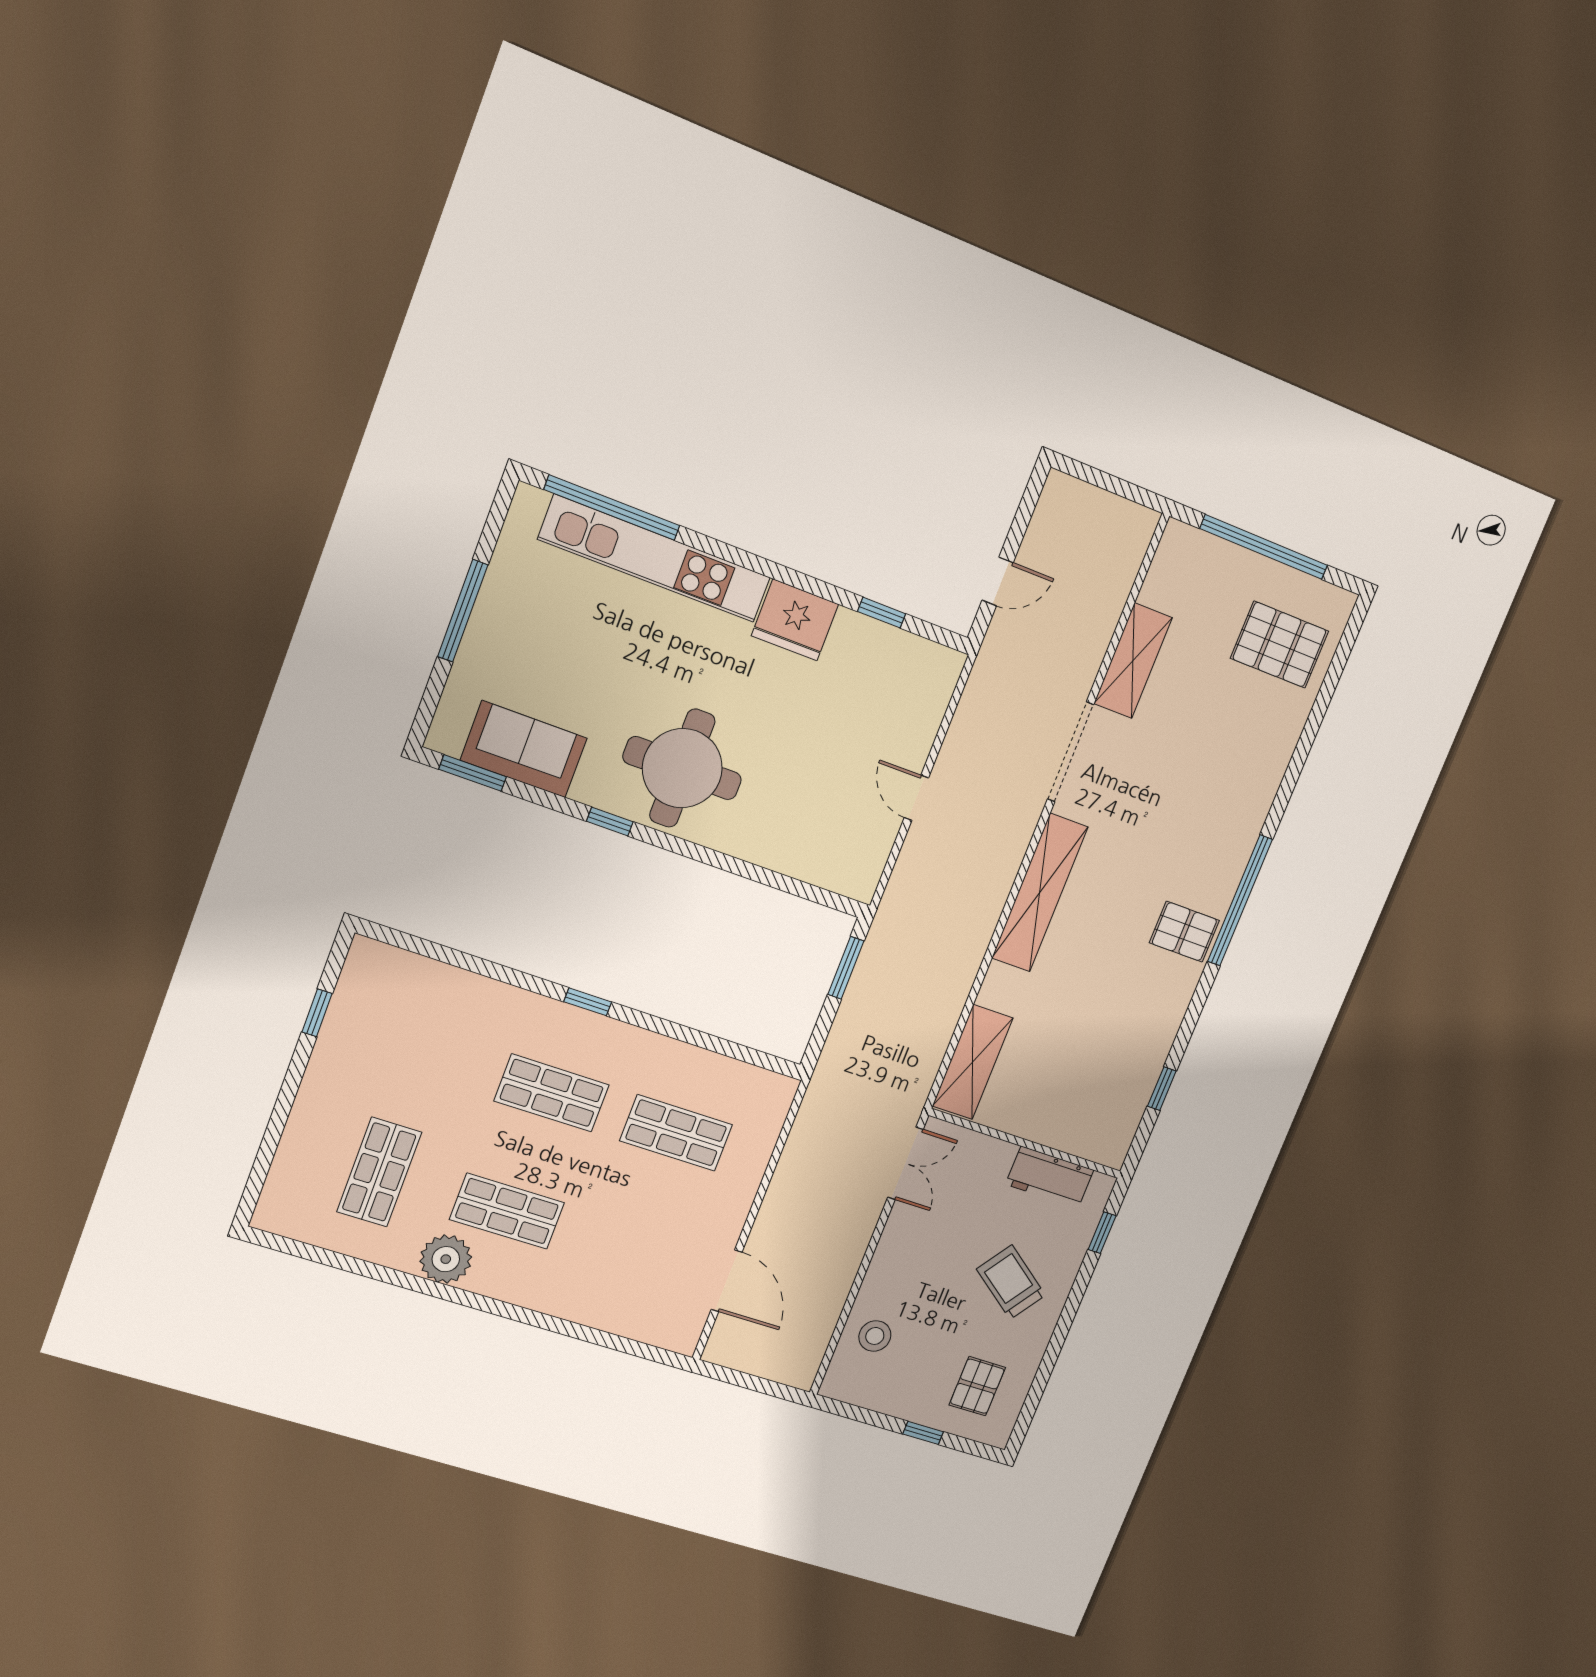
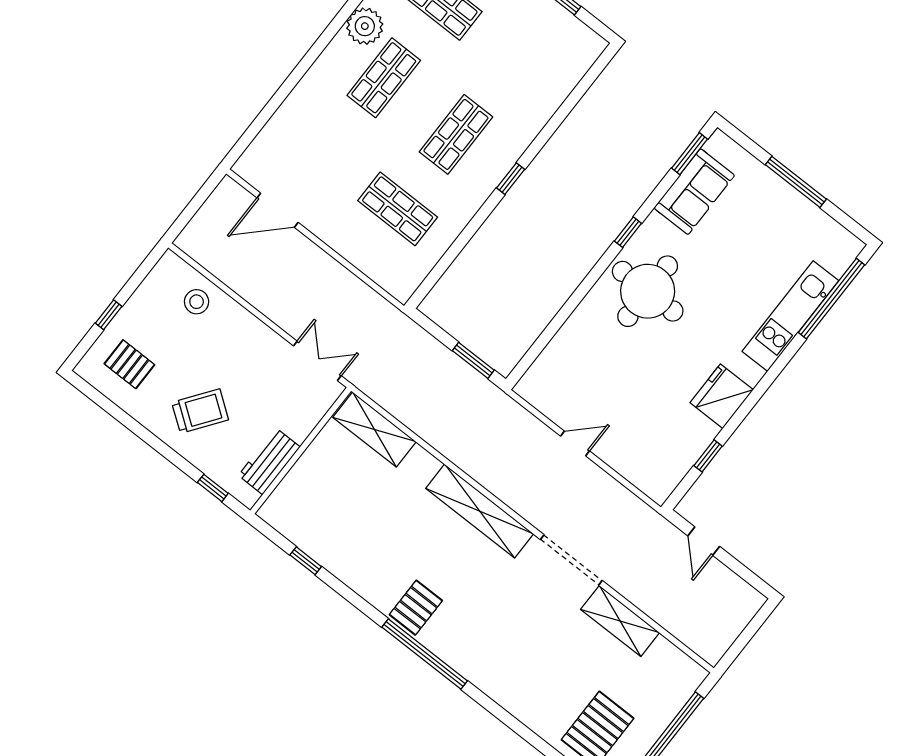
kitchen unit: (655, 559) -> (790, 316), width x0.73
shop shelf: (676, 1133) -> (398, 209), turned 90
double door: (906, 1163) -> (317, 361), swing flipped

